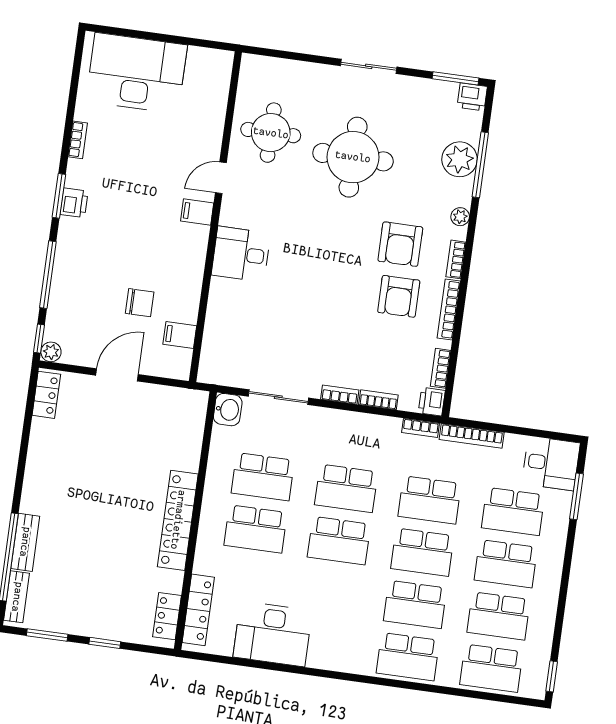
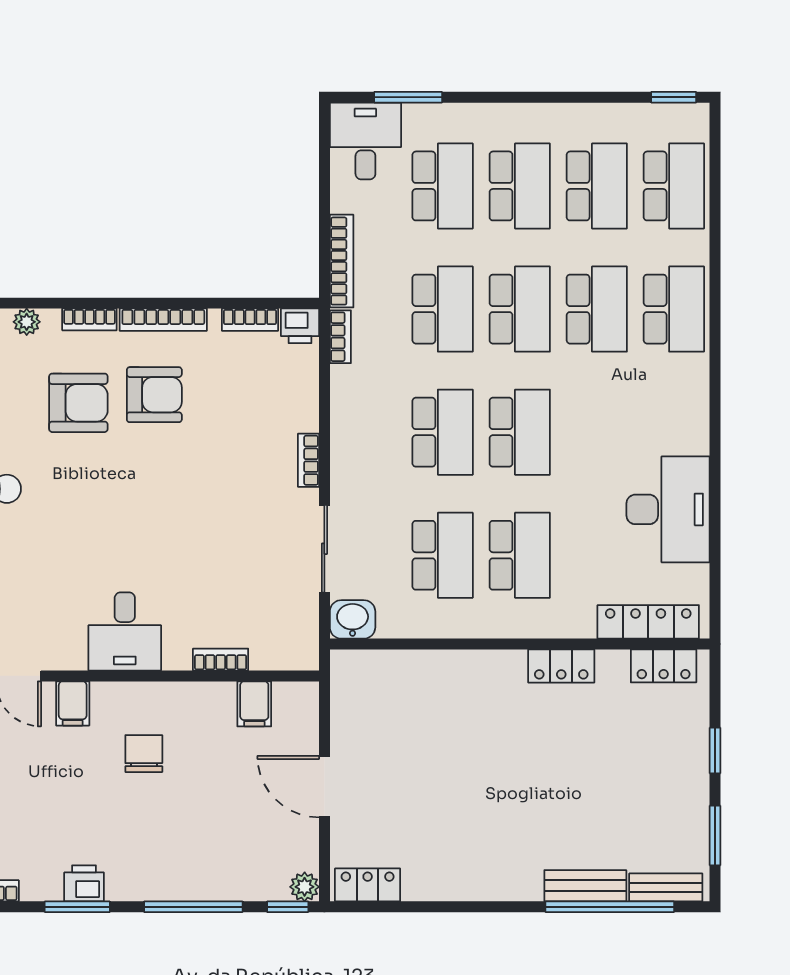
chair: (140, 303) -> (144, 754), moved
bookcase: (378, 400) -> (221, 660), moved, turned 90
locker: (178, 520) -> (561, 666), width x0.46, depth x0.83

